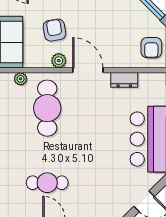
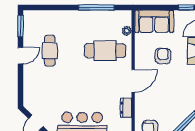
armchair: (54, 30) -> (163, 56), turned -80
plant: (59, 61) -> (140, 59), removed

